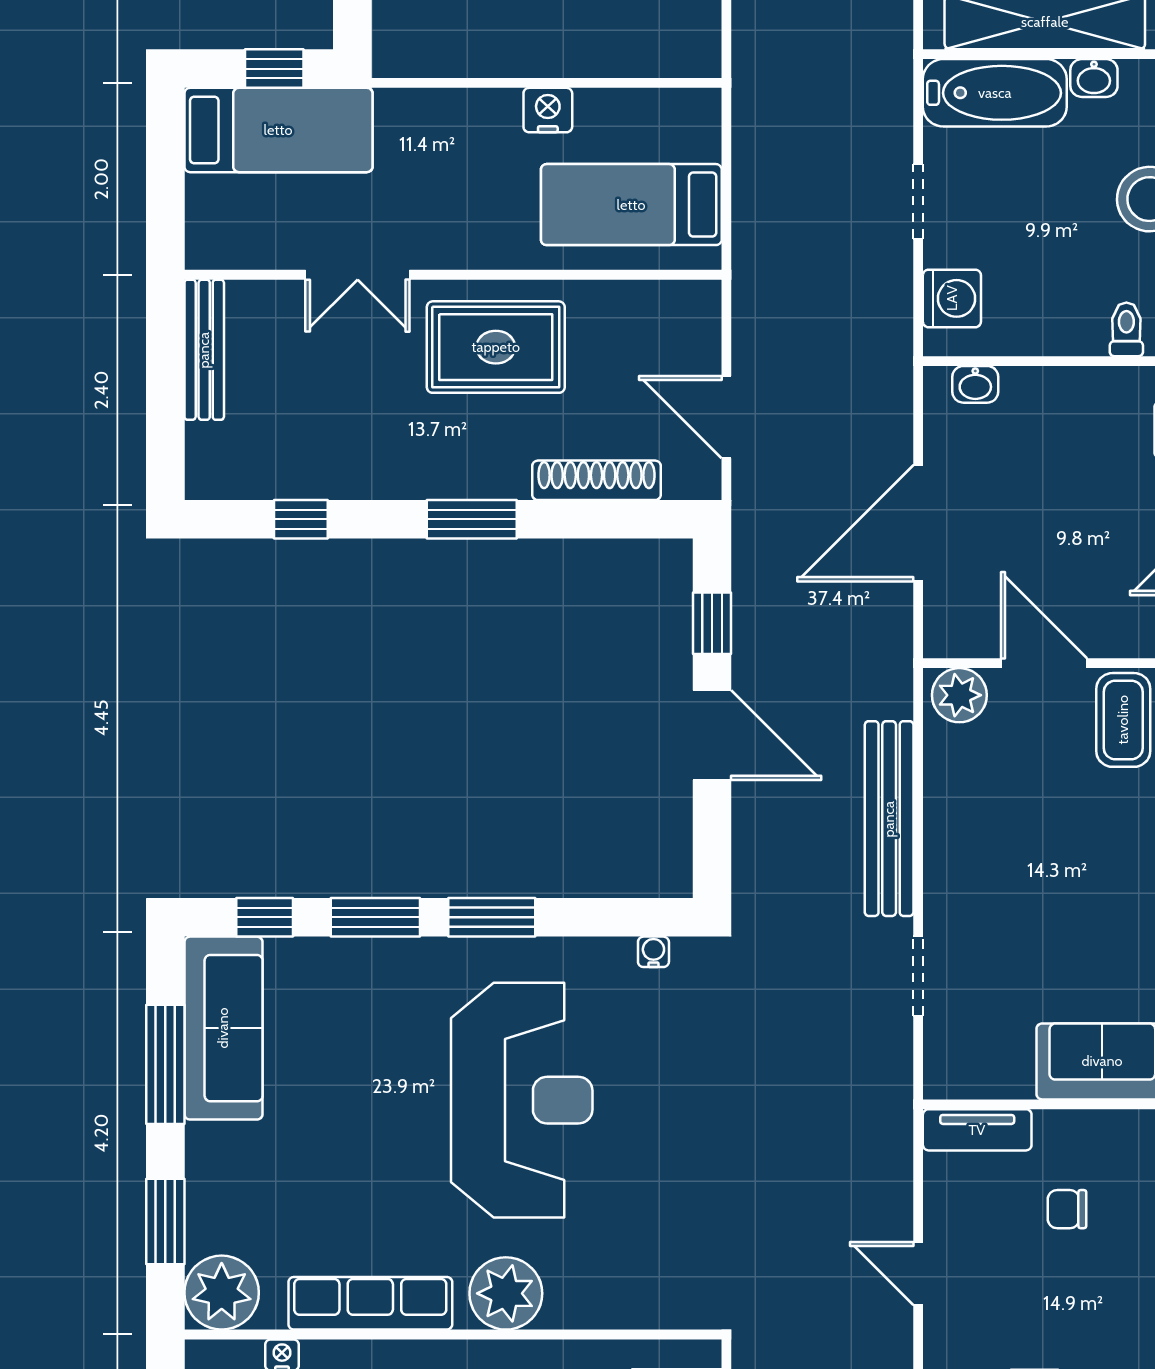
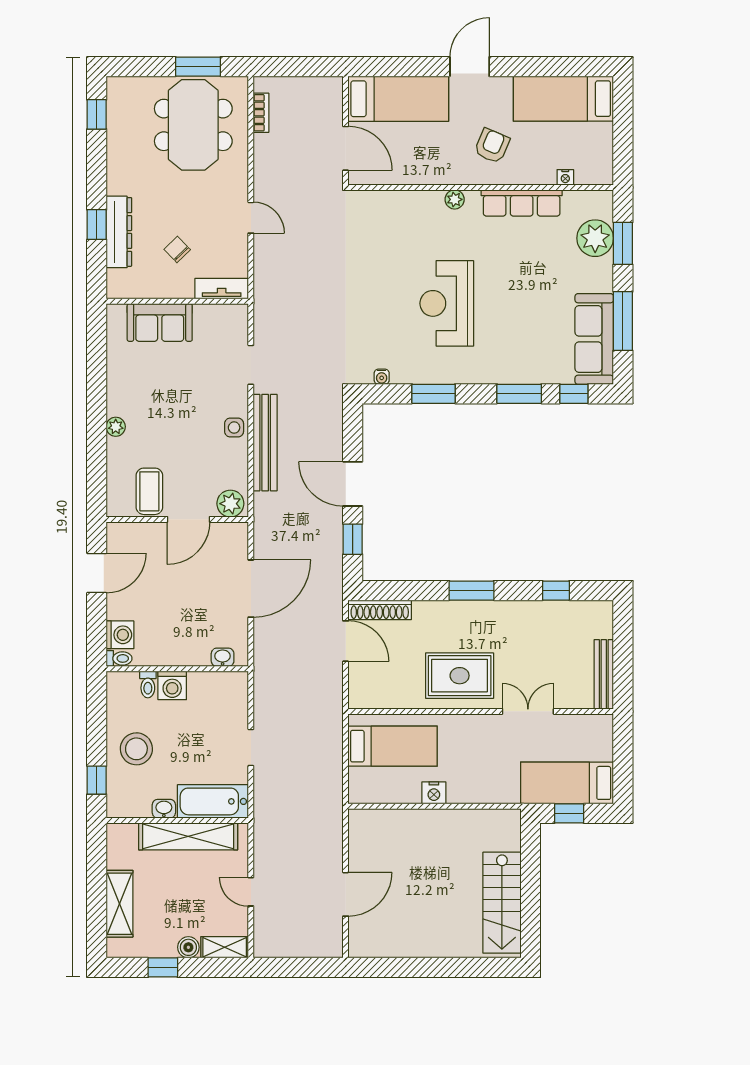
washing machine: (952, 298) -> (172, 685), moved, turned -90
shoe rack: (596, 480) -> (380, 610), moved
door: (1044, 663) -> (189, 519), hinge flipped
side table: (952, 849) -> (234, 428), added
window: (492, 917) -> (433, 394), moved
reception desk: (522, 1100) -> (447, 303), width x0.74, depth x0.77
chair: (1067, 1209) -> (177, 250), turned -134
plant: (222, 1293) -> (595, 238), moved
plant: (506, 1293) -> (455, 199), width x0.53, depth x0.53

